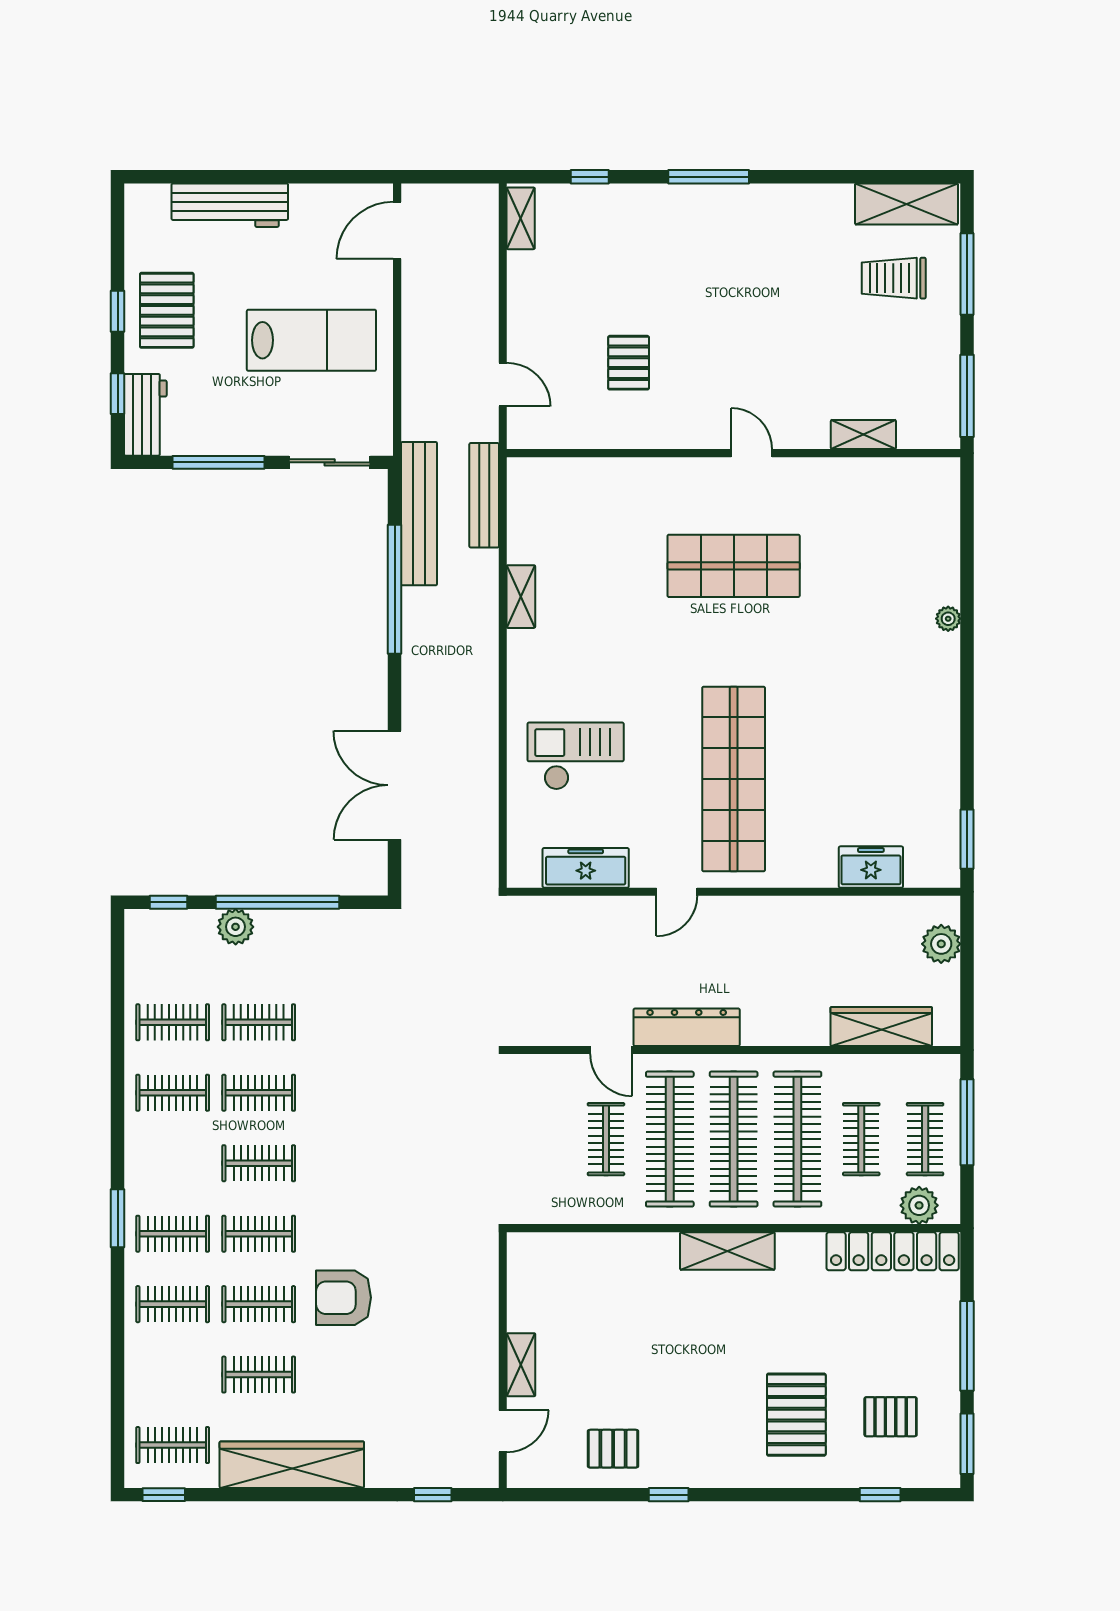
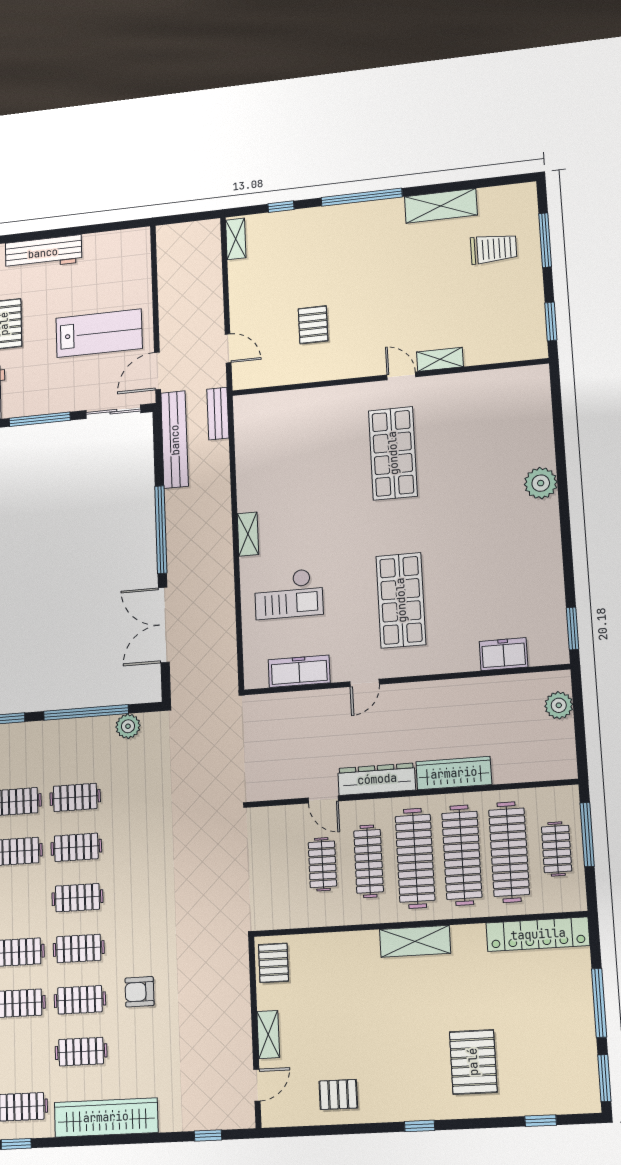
window: (709, 177) -> (362, 197), width x1.46
shelving: (906, 204) -> (441, 206), moved
door: (397, 230) -> (157, 371), moved
trolley: (894, 278) -> (494, 249), turned 180
window: (967, 396) -> (551, 322), width x0.69
shelving: (863, 435) -> (440, 359), moved
bench: (484, 495) -> (218, 414), width x0.73
shop shelf: (734, 566) -> (393, 453), turned 90
window: (395, 589) -> (161, 530), moved
shelving: (521, 597) -> (248, 534), moved
plant: (948, 619) -> (541, 483), width x1.88, depth x1.88
checkout: (576, 756) -> (289, 594), turned 180
shop shelf: (734, 779) -> (401, 600), width x0.71
plant: (236, 927) -> (128, 726), moved
wardrobe: (881, 1026) -> (454, 773), moved
clothes rail: (670, 1139) -> (369, 861), width x0.73, depth x0.76
clothes rail: (861, 1139) -> (509, 852), width x1.86, depth x1.31
plant: (919, 1205) -> (555, 899), removed
armchair: (344, 1298) -> (139, 992), width x0.72, depth x0.72
pallet: (891, 1417) -> (273, 963), moved, turned 90
window: (669, 1495) -> (420, 1126), moved

